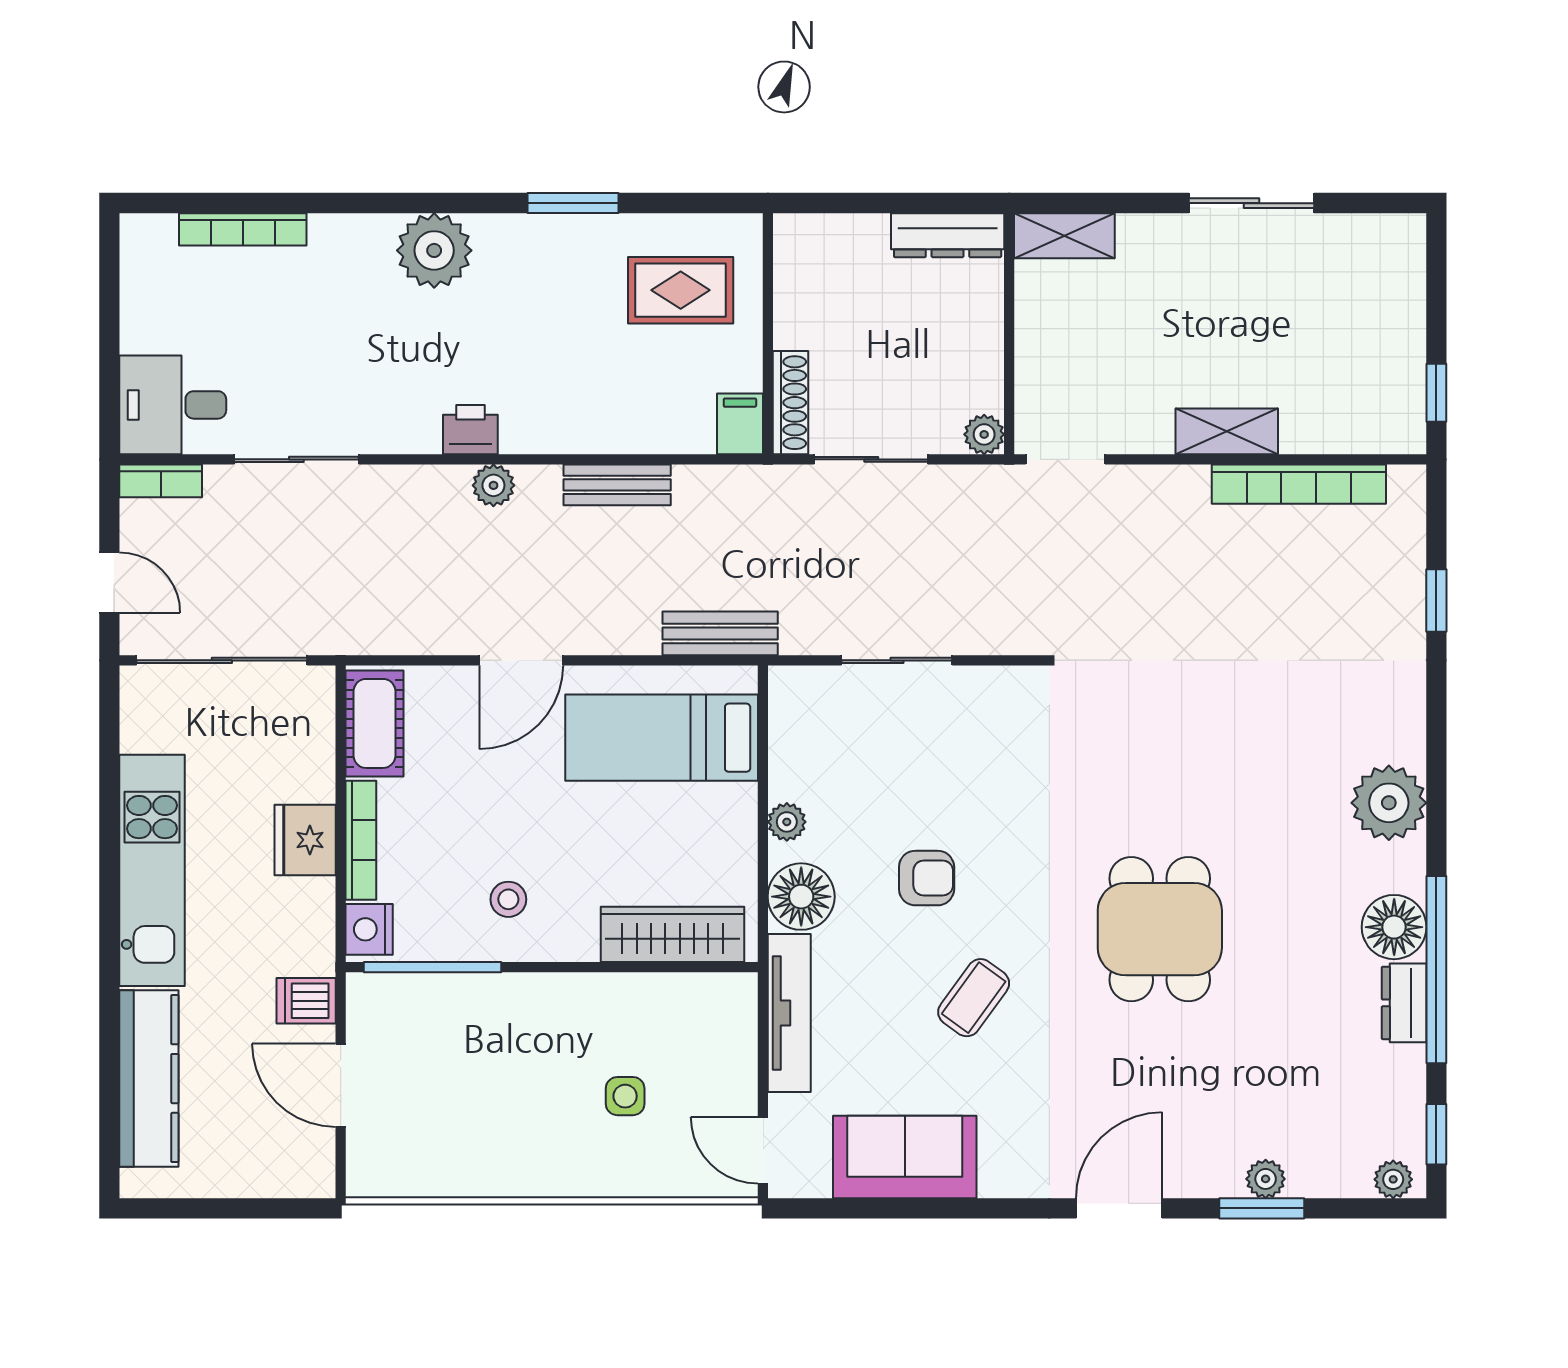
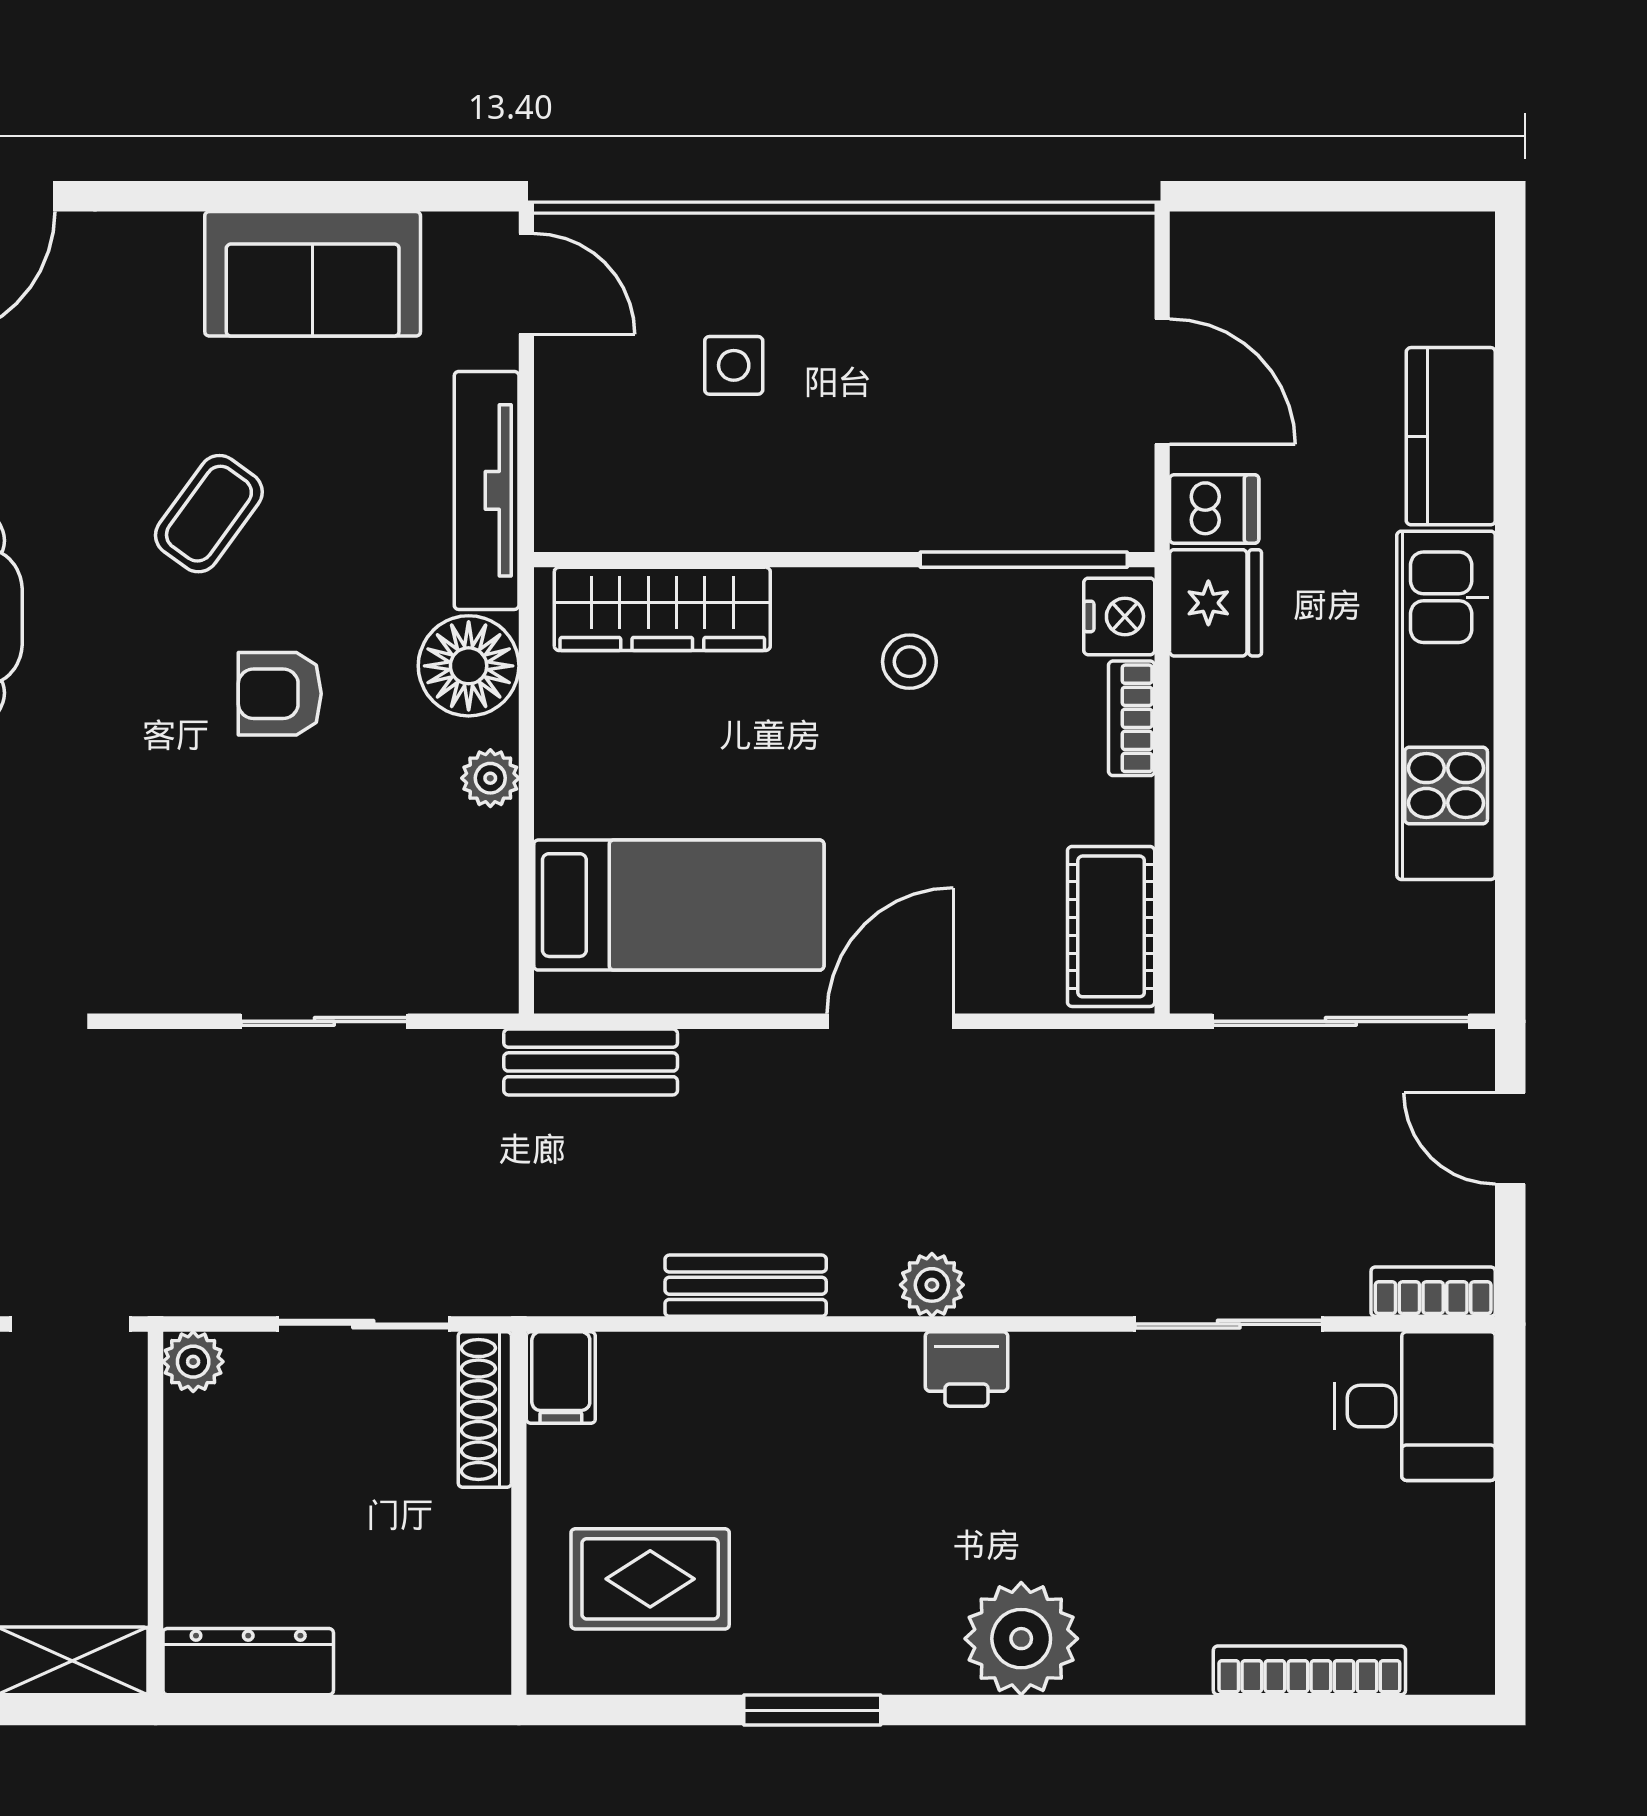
fridge: (305, 840) -> (1216, 603), moved
bookcase: (361, 840) -> (1132, 718), width x0.64
kitchen counter: (149, 1079) -> (1451, 436), width x0.67

